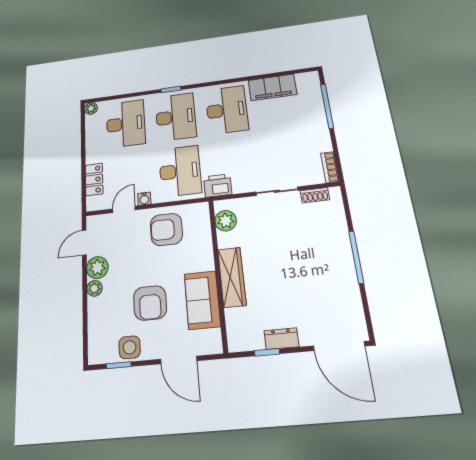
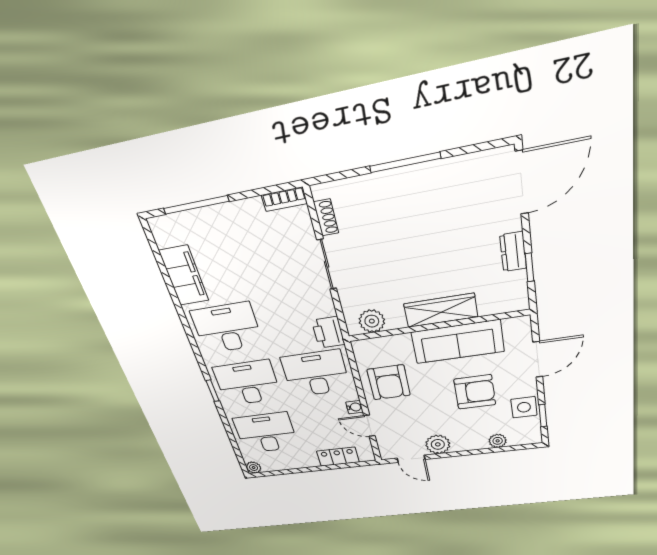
plant: (94, 288) -> (498, 441), moved
sofa: (202, 300) -> (458, 342), width x1.36

